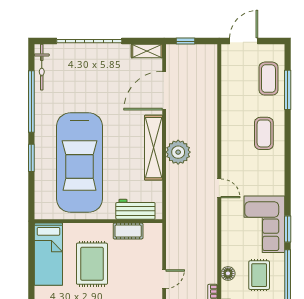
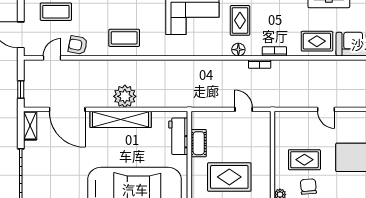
armchair: (233, 102) -> (78, 45), added
coffee table: (264, 133) -> (124, 38), moved
door: (219, 188) -> (52, 58), moved
rug: (259, 275) -> (240, 20), turned 90

